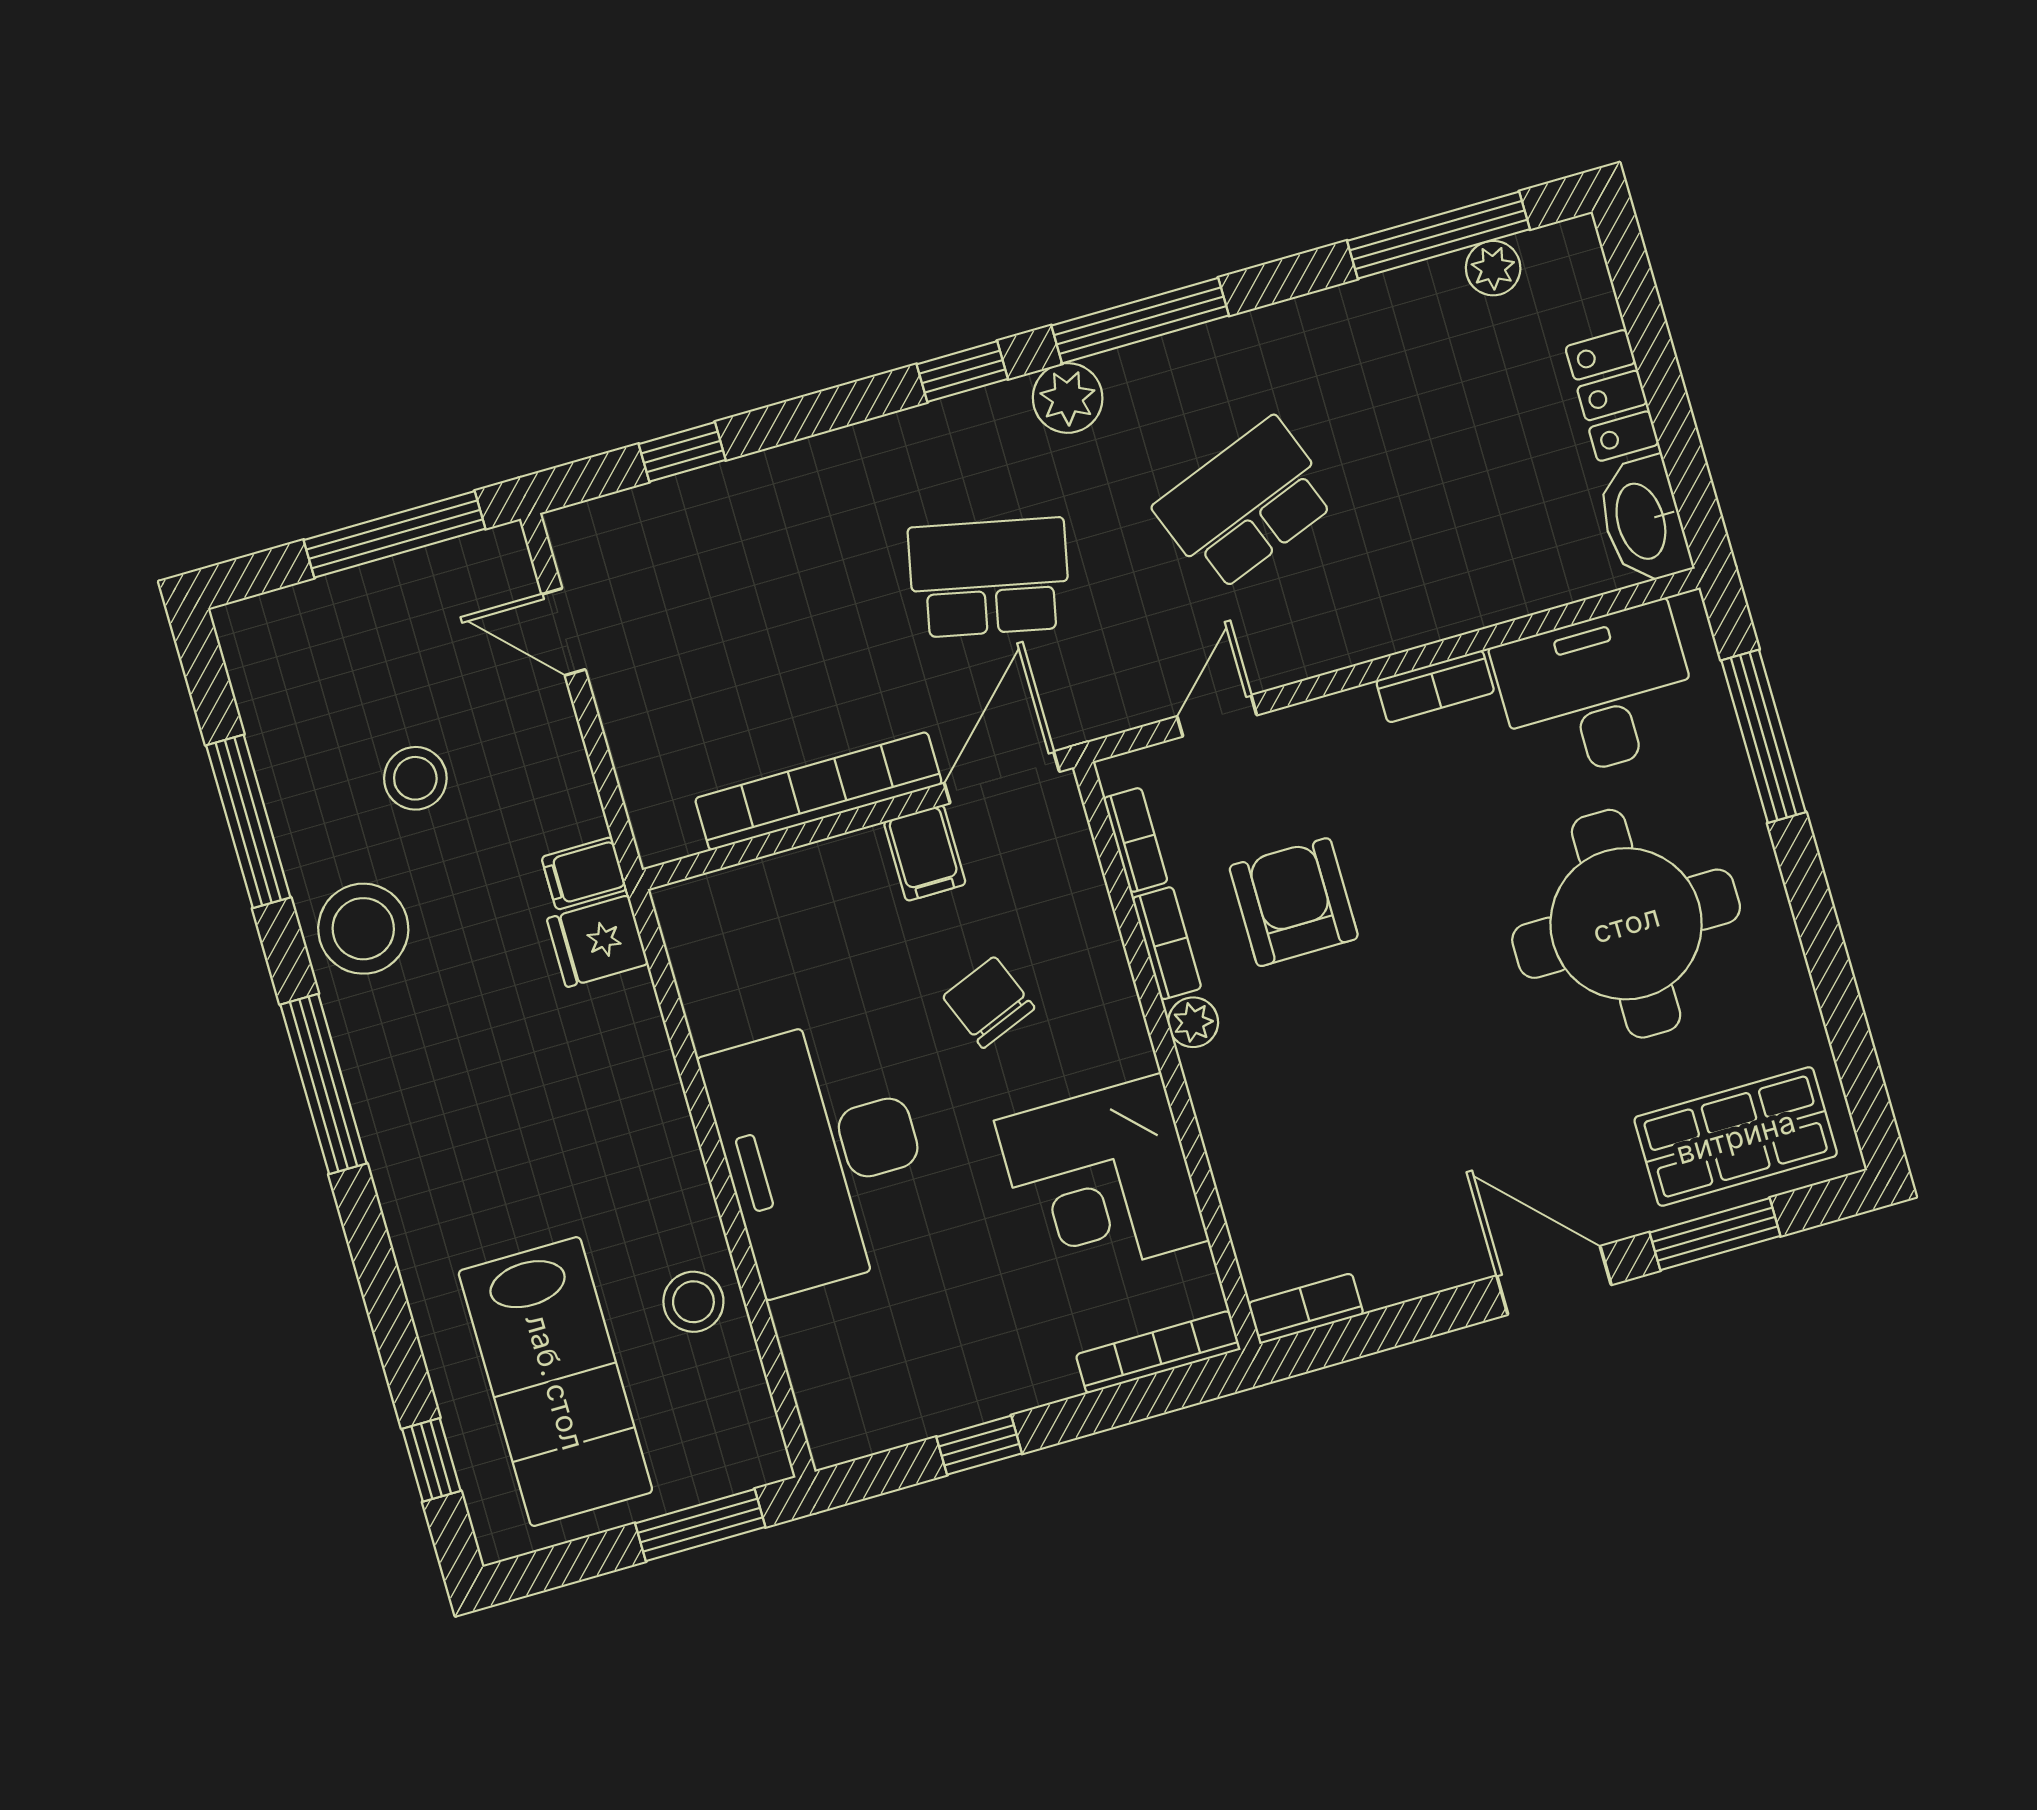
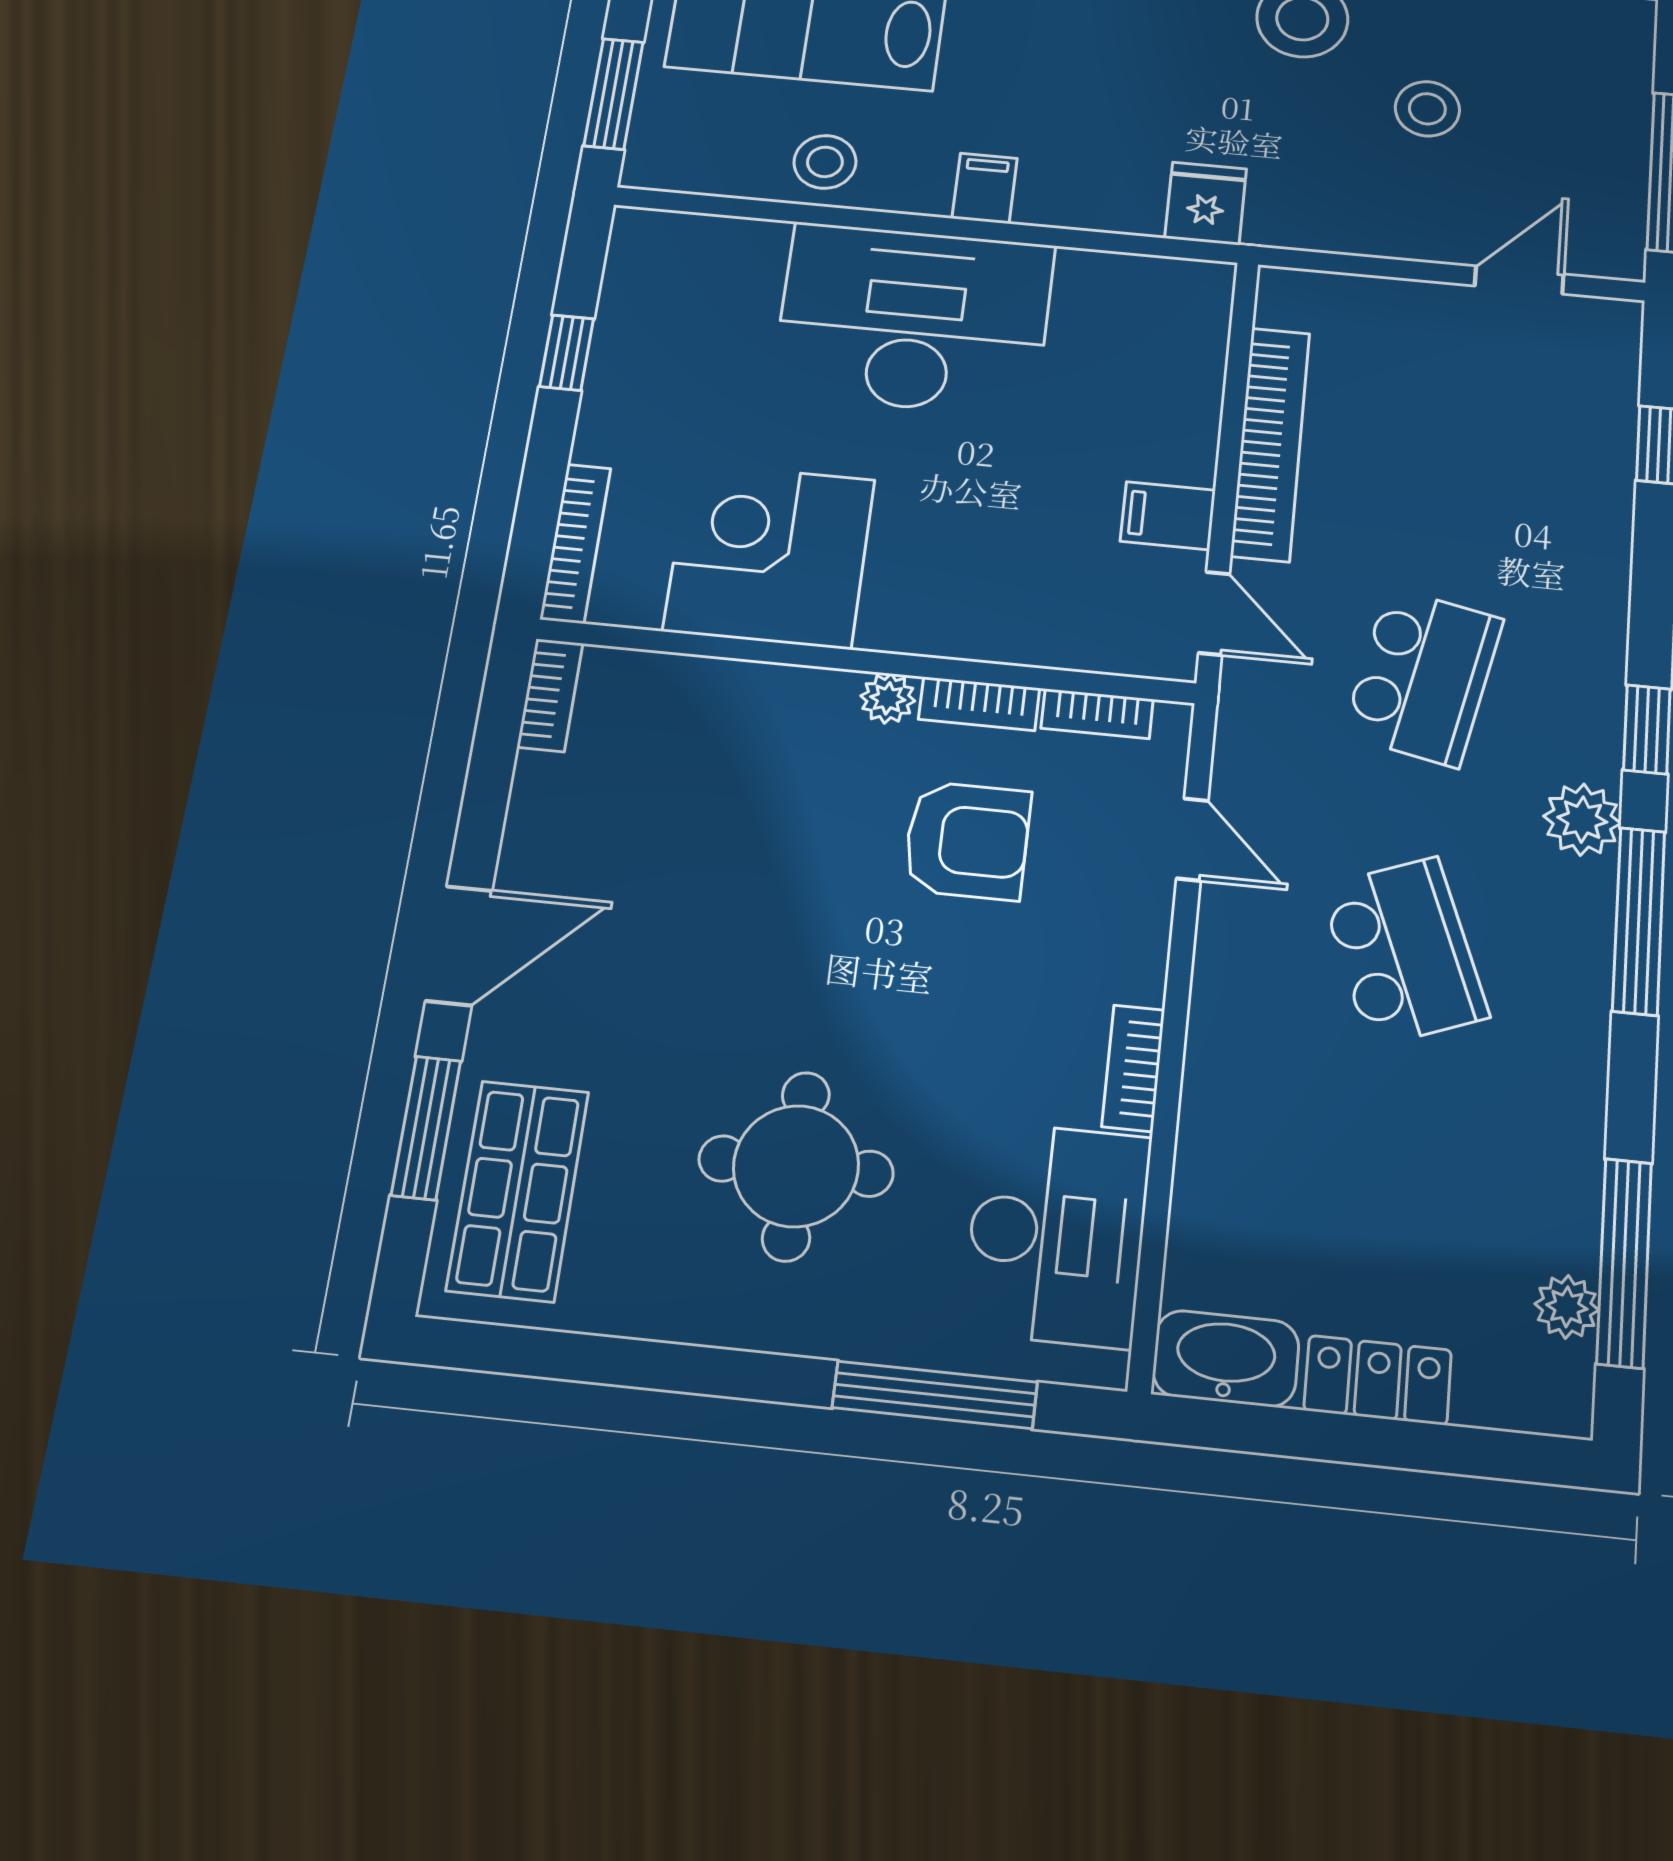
door: (1002, 777) -> (1214, 613), width x0.73
filing cabinet: (584, 873) -> (985, 188), moved
round table: (1626, 924) -> (796, 1166), width x0.73, depth x0.73
chair: (989, 1002) -> (994, 519), removed

